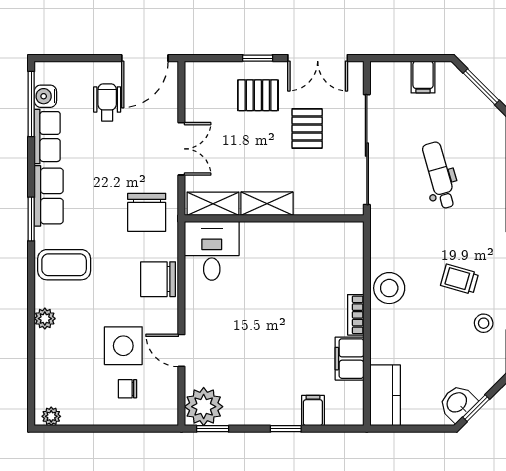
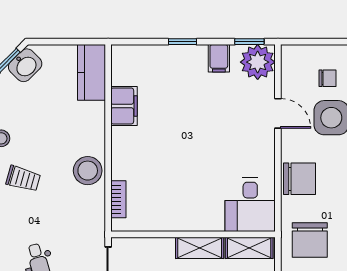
chair: (147, 212) -> (310, 240), turned 180
bookcase: (356, 315) -> (118, 199), moved
filing cabinet: (313, 411) -> (219, 58), moved

